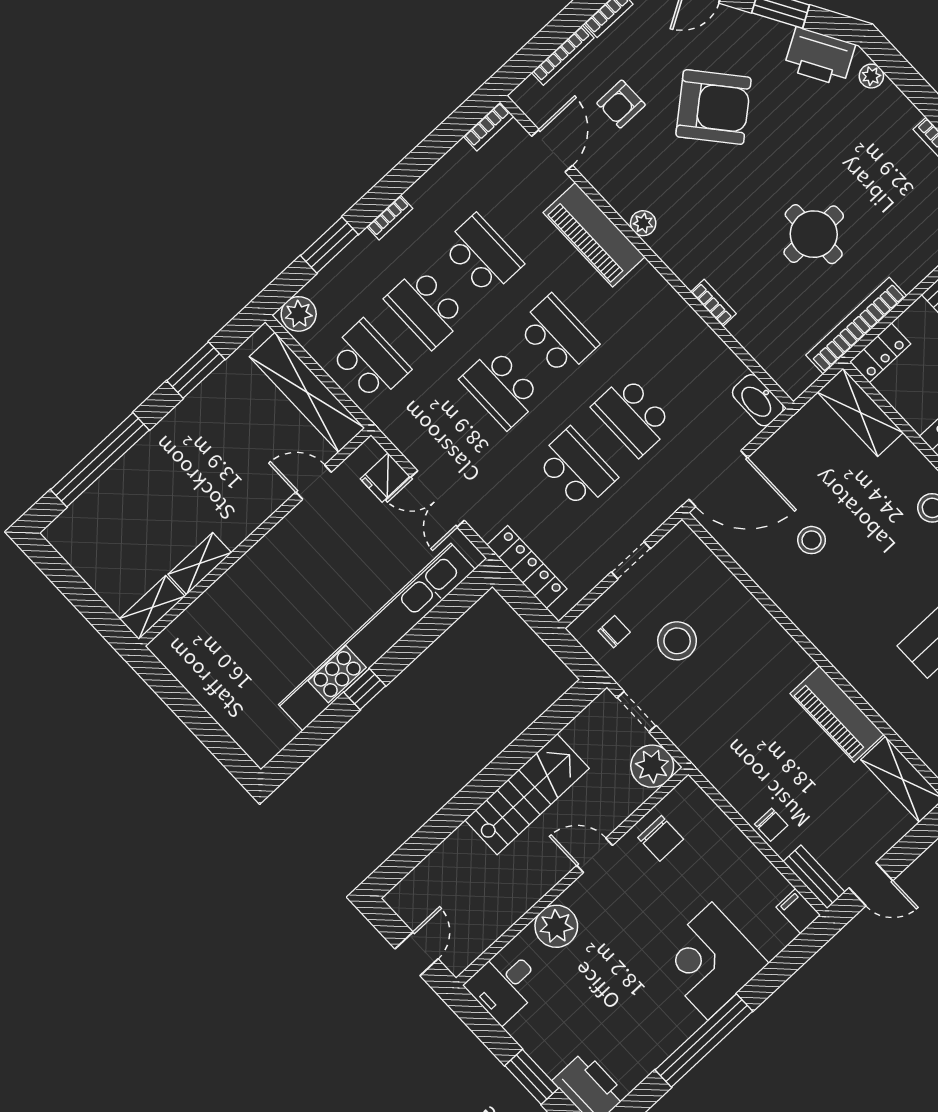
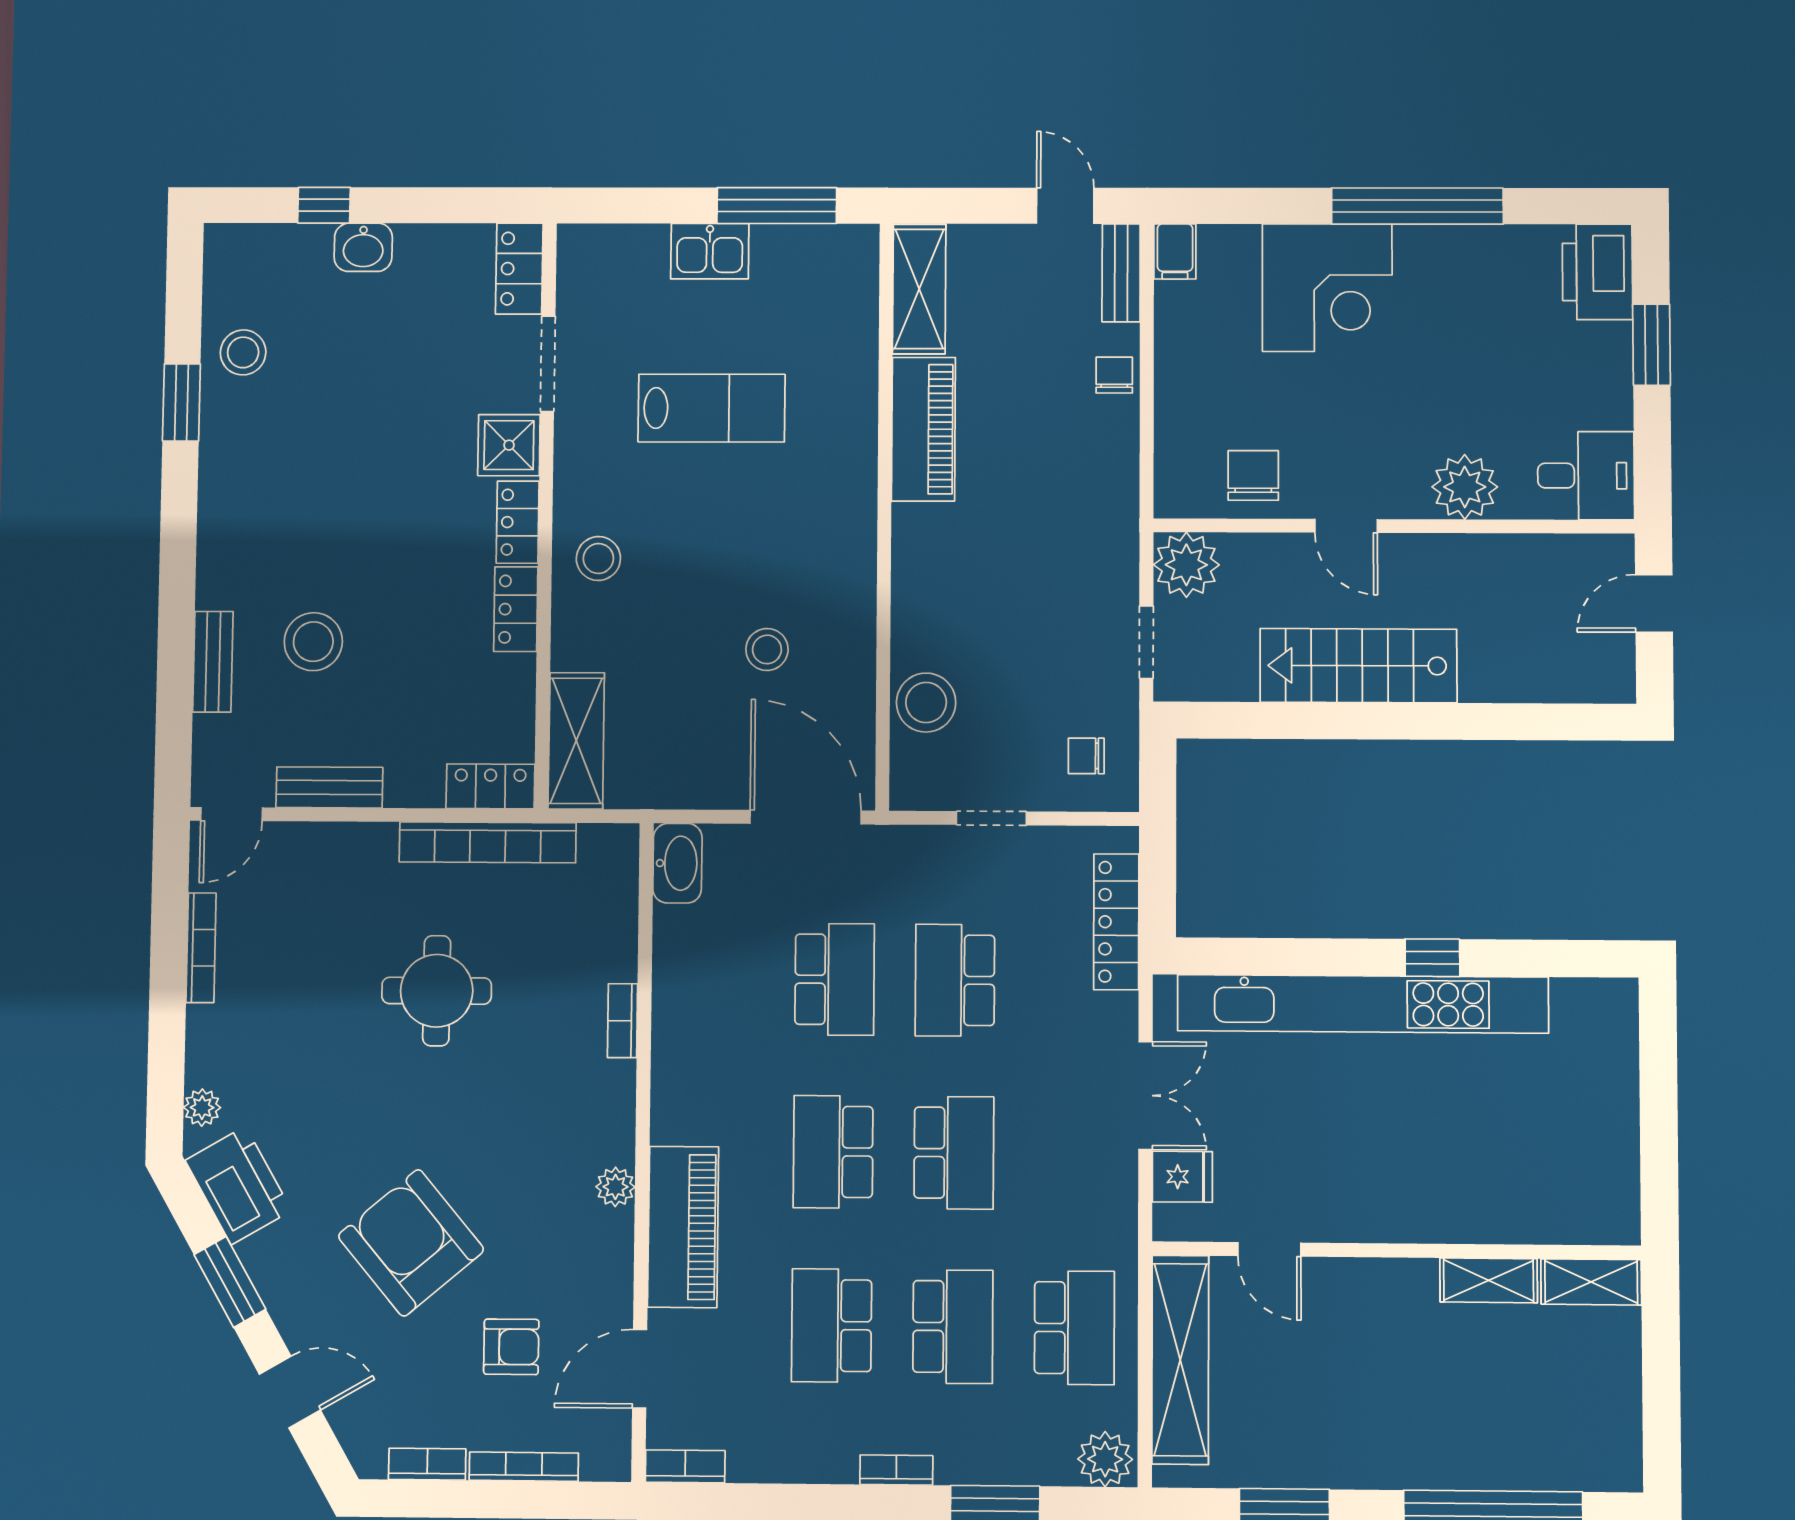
school desk: (369, 361) -> (1074, 1328), turned 180
stool: (677, 641) -> (926, 703), moved

